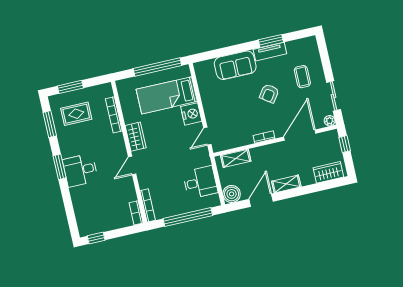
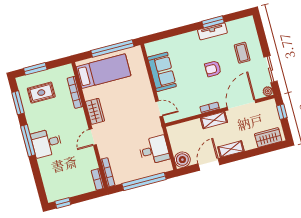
sofa: (235, 65) -> (162, 72), moved, turned -90
armchair: (269, 93) -> (213, 69), turned 55
bed: (167, 95) -> (104, 71), moved, turned 180
nightstand: (191, 114) -> (144, 89), removed
door: (207, 136) -> (159, 109), swing flipped
shelving: (236, 158) -> (214, 120), moved
window: (60, 167) -> (28, 140), width x1.44

